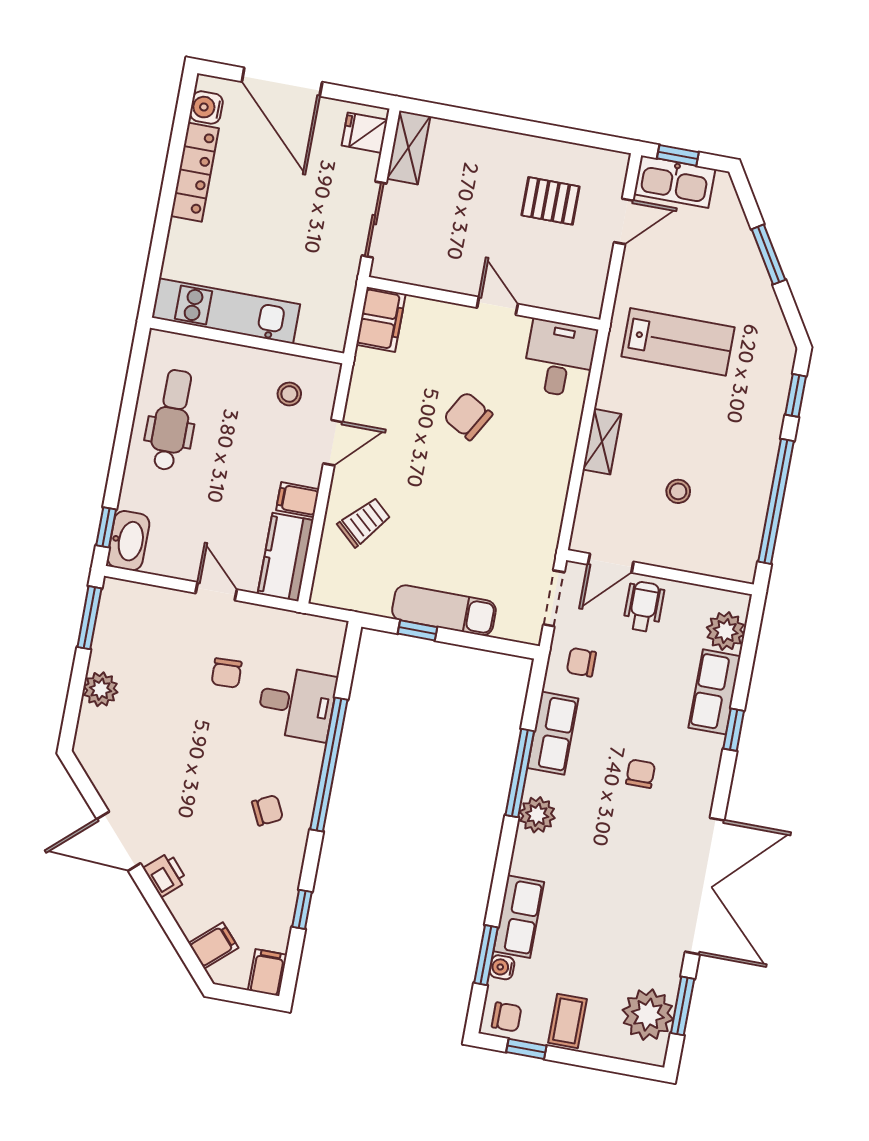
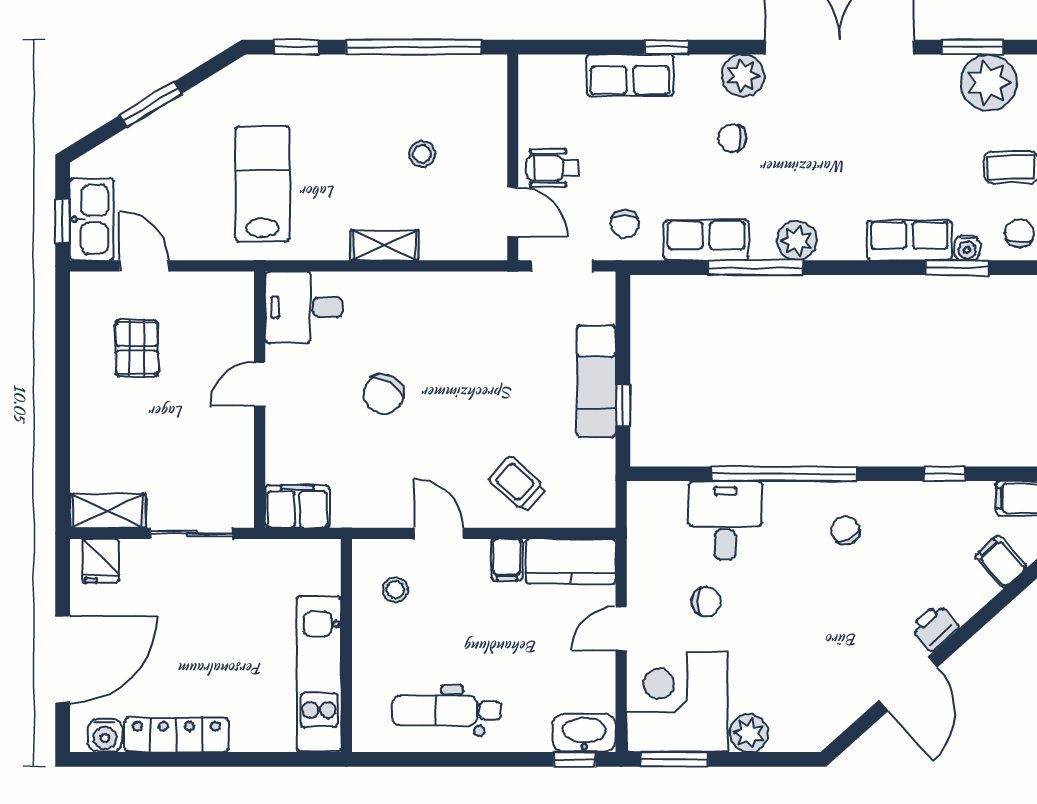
corner desk: (141, 629) -> (677, 702), added
plant: (726, 631) -> (743, 76), moved

